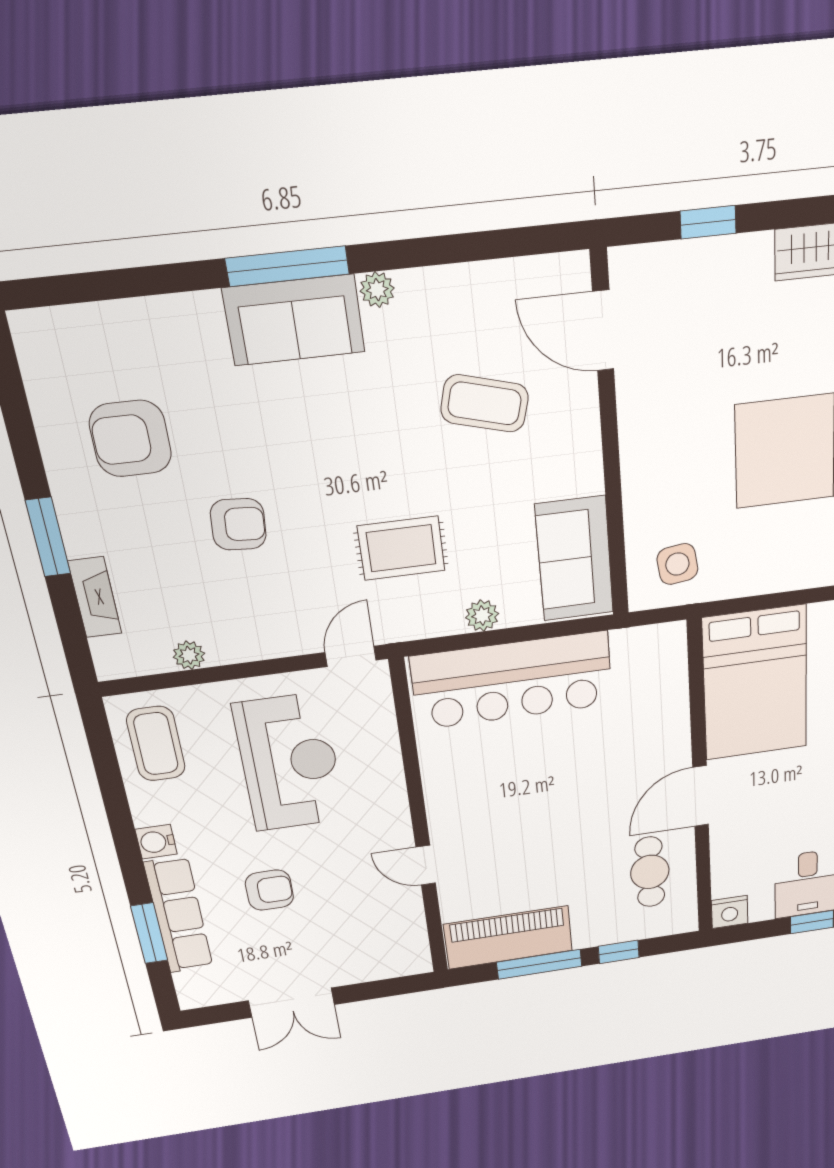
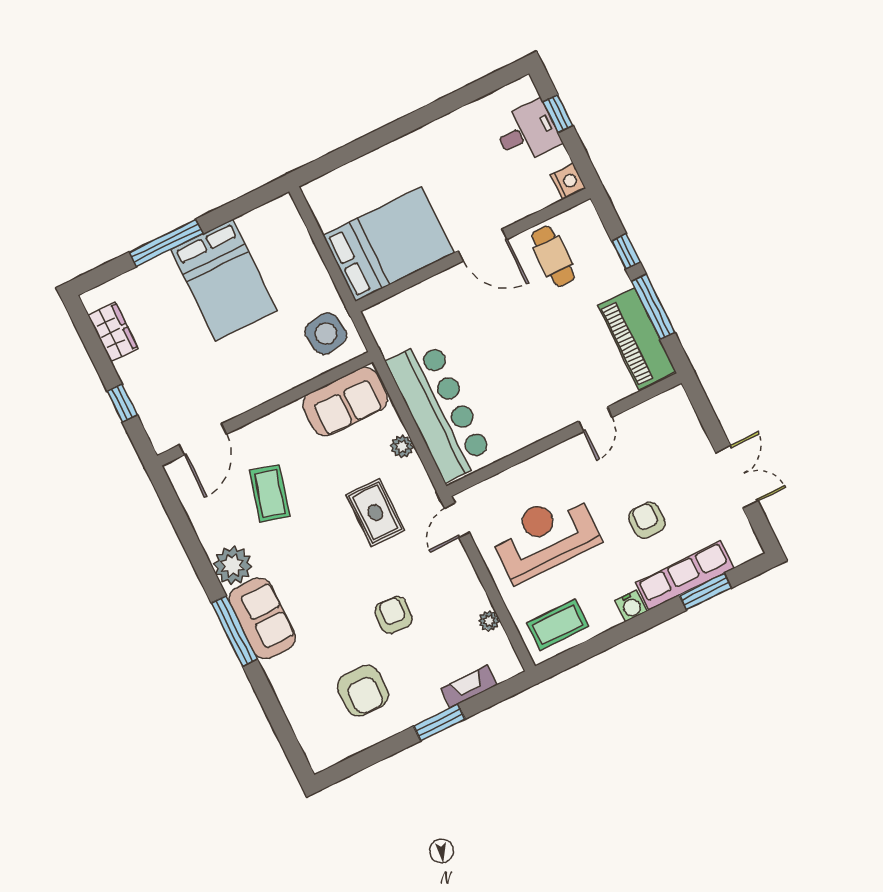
plant: (377, 290) -> (233, 565), width x1.88, depth x1.88
side table: (677, 564) -> (326, 333), width x1.37, depth x1.37
door: (351, 656) -> (457, 520), hinge flipped
cafe table: (650, 872) -> (553, 256), turned 90

